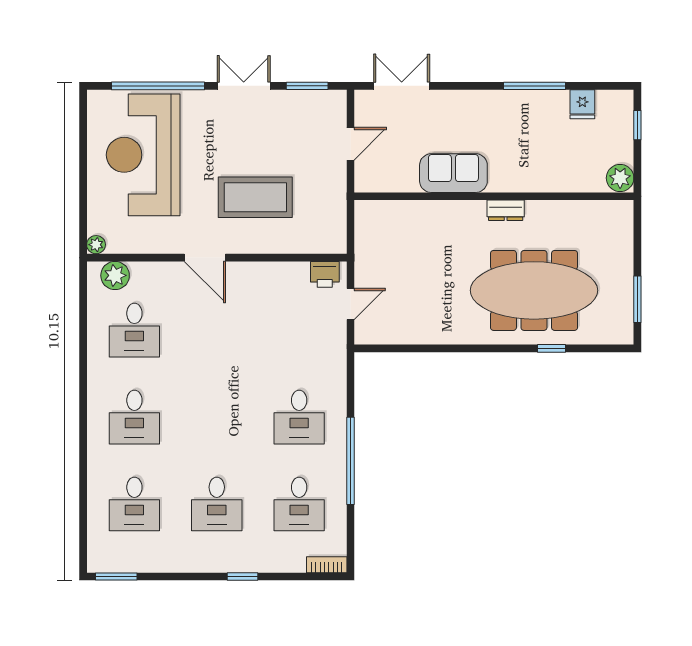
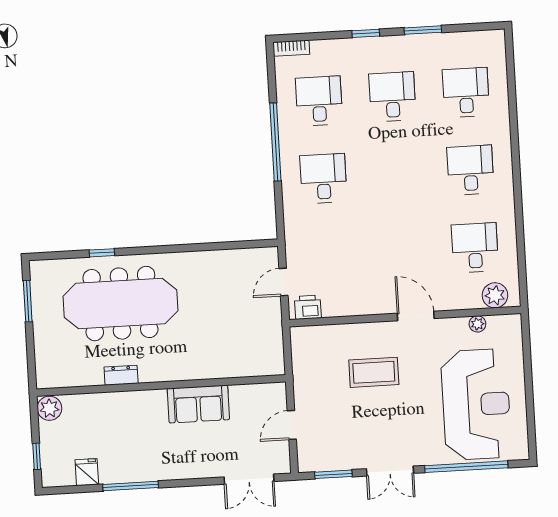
coffee table: (255, 197) -> (374, 372), width x0.73, depth x0.76
dresser: (506, 210) -> (121, 375), moved
plant: (96, 245) -> (477, 324), moved
window: (116, 576) -> (423, 30), moved

